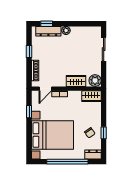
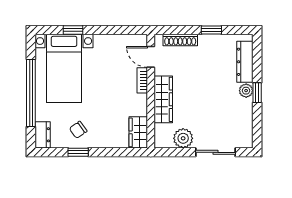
window: (47, 24) -> (257, 93), moved
wardrobe: (76, 81) -> (163, 99), width x1.50
plant: (95, 81) -> (183, 138), moved
window: (29, 112) -> (73, 30), moved
bed with nightstands: (52, 135) -> (64, 68), width x0.73

